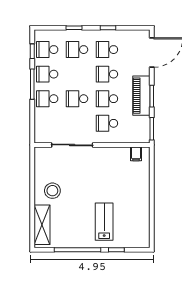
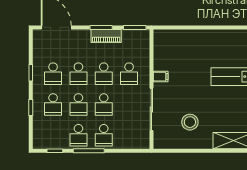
school desk: (47, 50) -> (78, 104), moved
piano: (141, 96) -> (106, 36), width x0.73, depth x0.75
filing cabinet: (136, 154) -> (161, 77), moved
stool: (52, 191) -> (190, 122), moved

